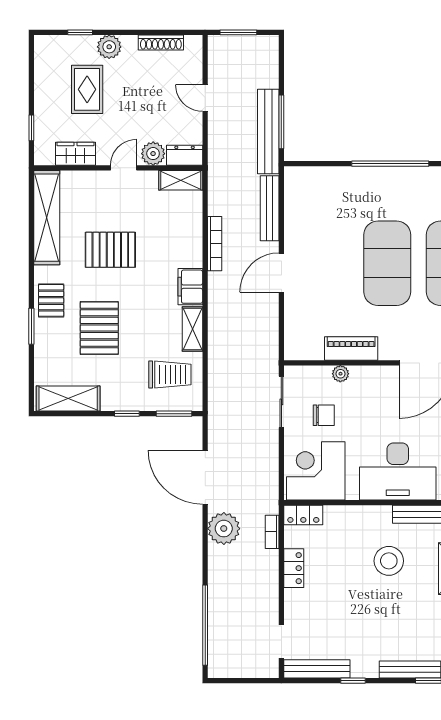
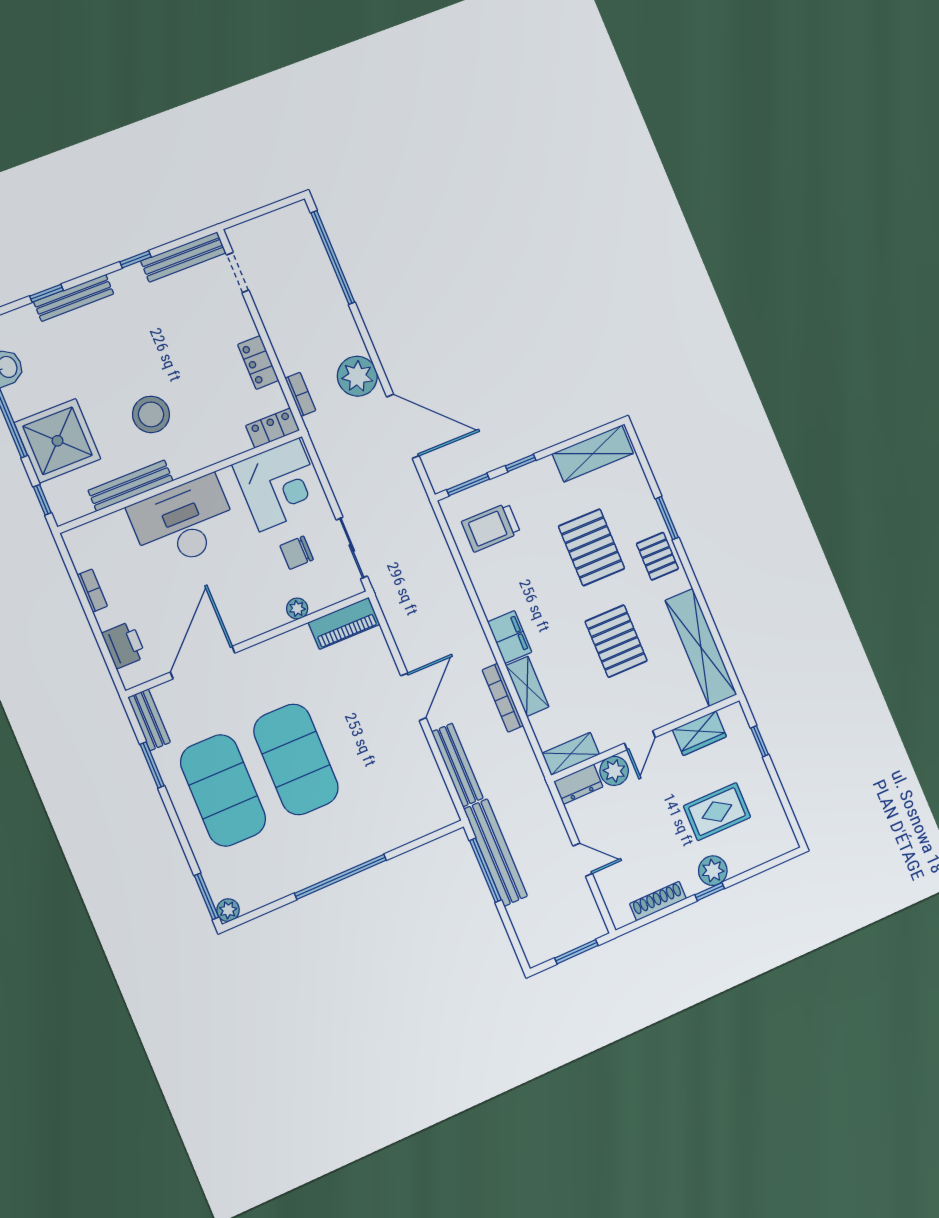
window: (80, 32) -> (710, 892), moved
rug: (87, 89) -> (717, 812), turned 90
pallet: (110, 250) -> (616, 641), turned 90
shelving: (192, 329) -> (527, 686), moved
piano: (351, 348) -> (344, 623), moved

